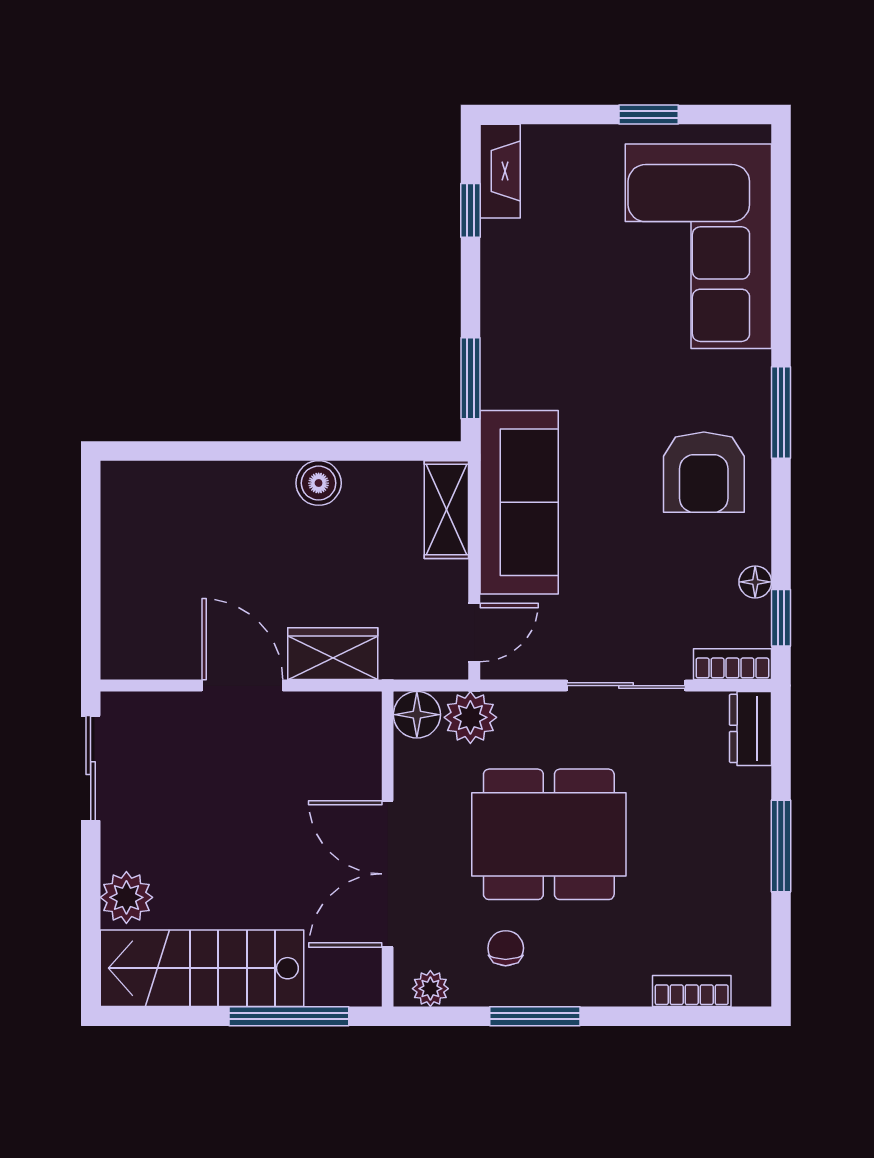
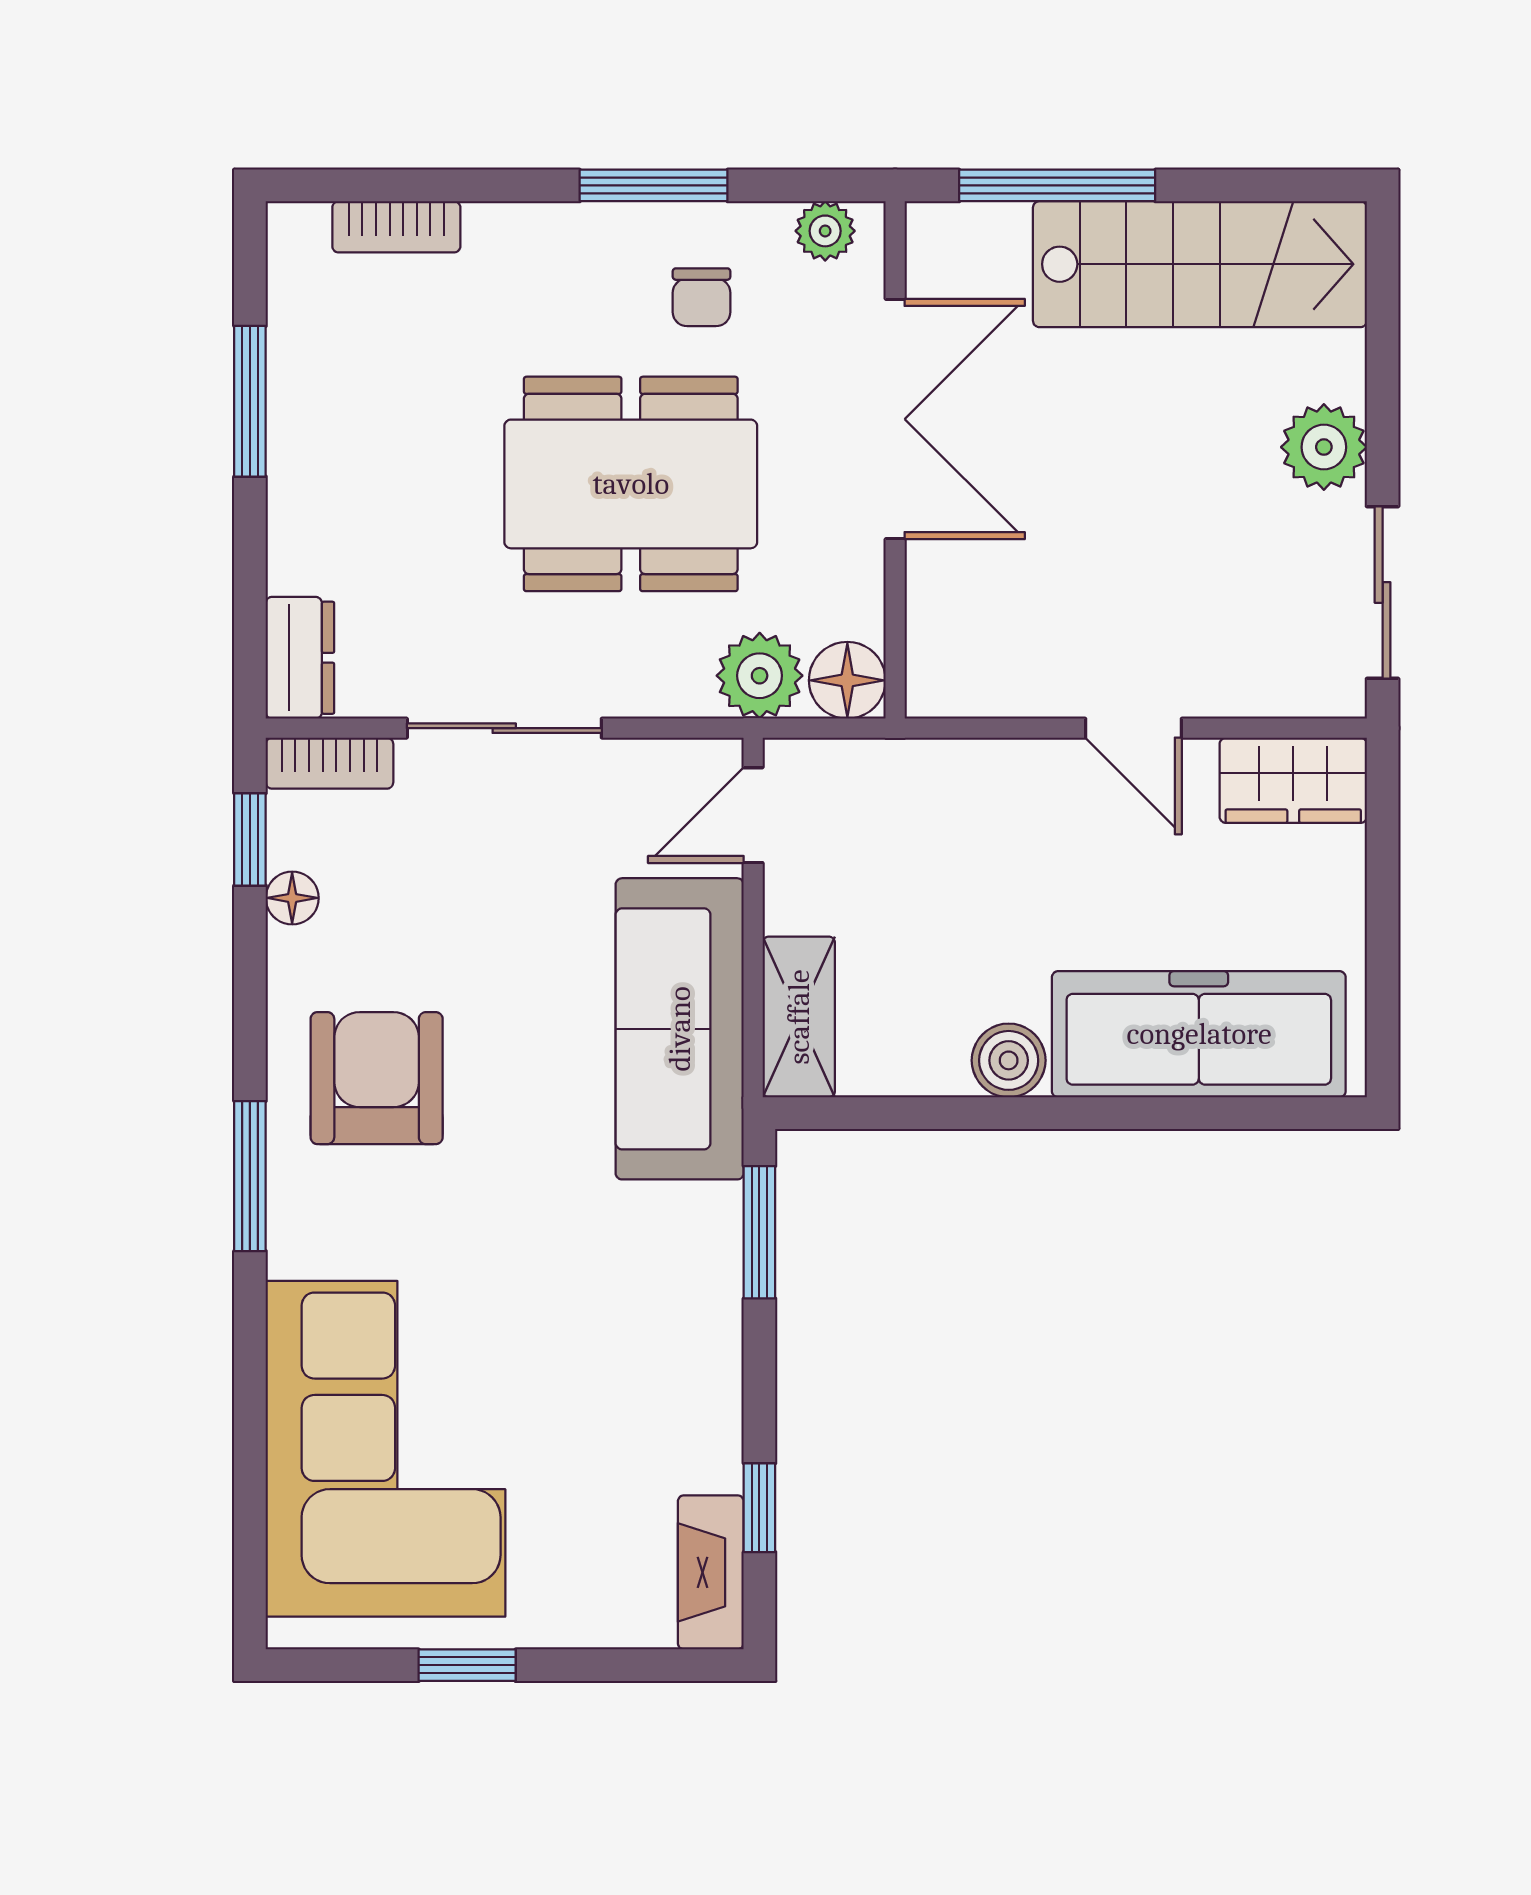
freezer: (203, 499) -> (1199, 1034), added
wardrobe: (333, 654) -> (1293, 780), moved
door: (242, 686) -> (1134, 728), width x0.73
window: (781, 846) -> (250, 401), moved
plant: (126, 897) -> (1324, 447), moved

